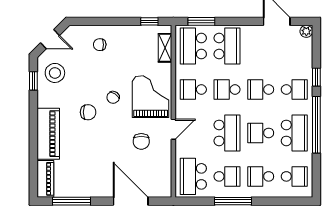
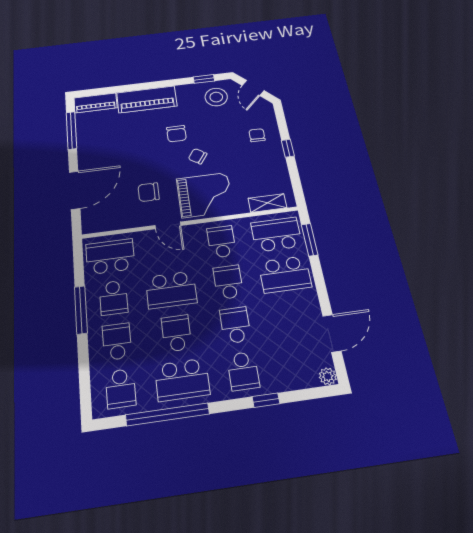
window: (149, 21) -> (288, 148), moved
window: (316, 125) -> (167, 414), moved

